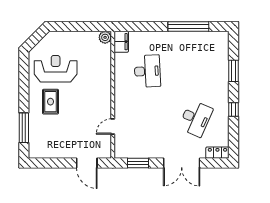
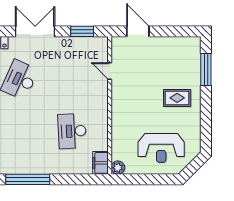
reception desk: (56, 69) -> (161, 148), moved
rug: (50, 102) -> (177, 98), turned 90
door: (113, 127) -> (110, 71), swing flipped

